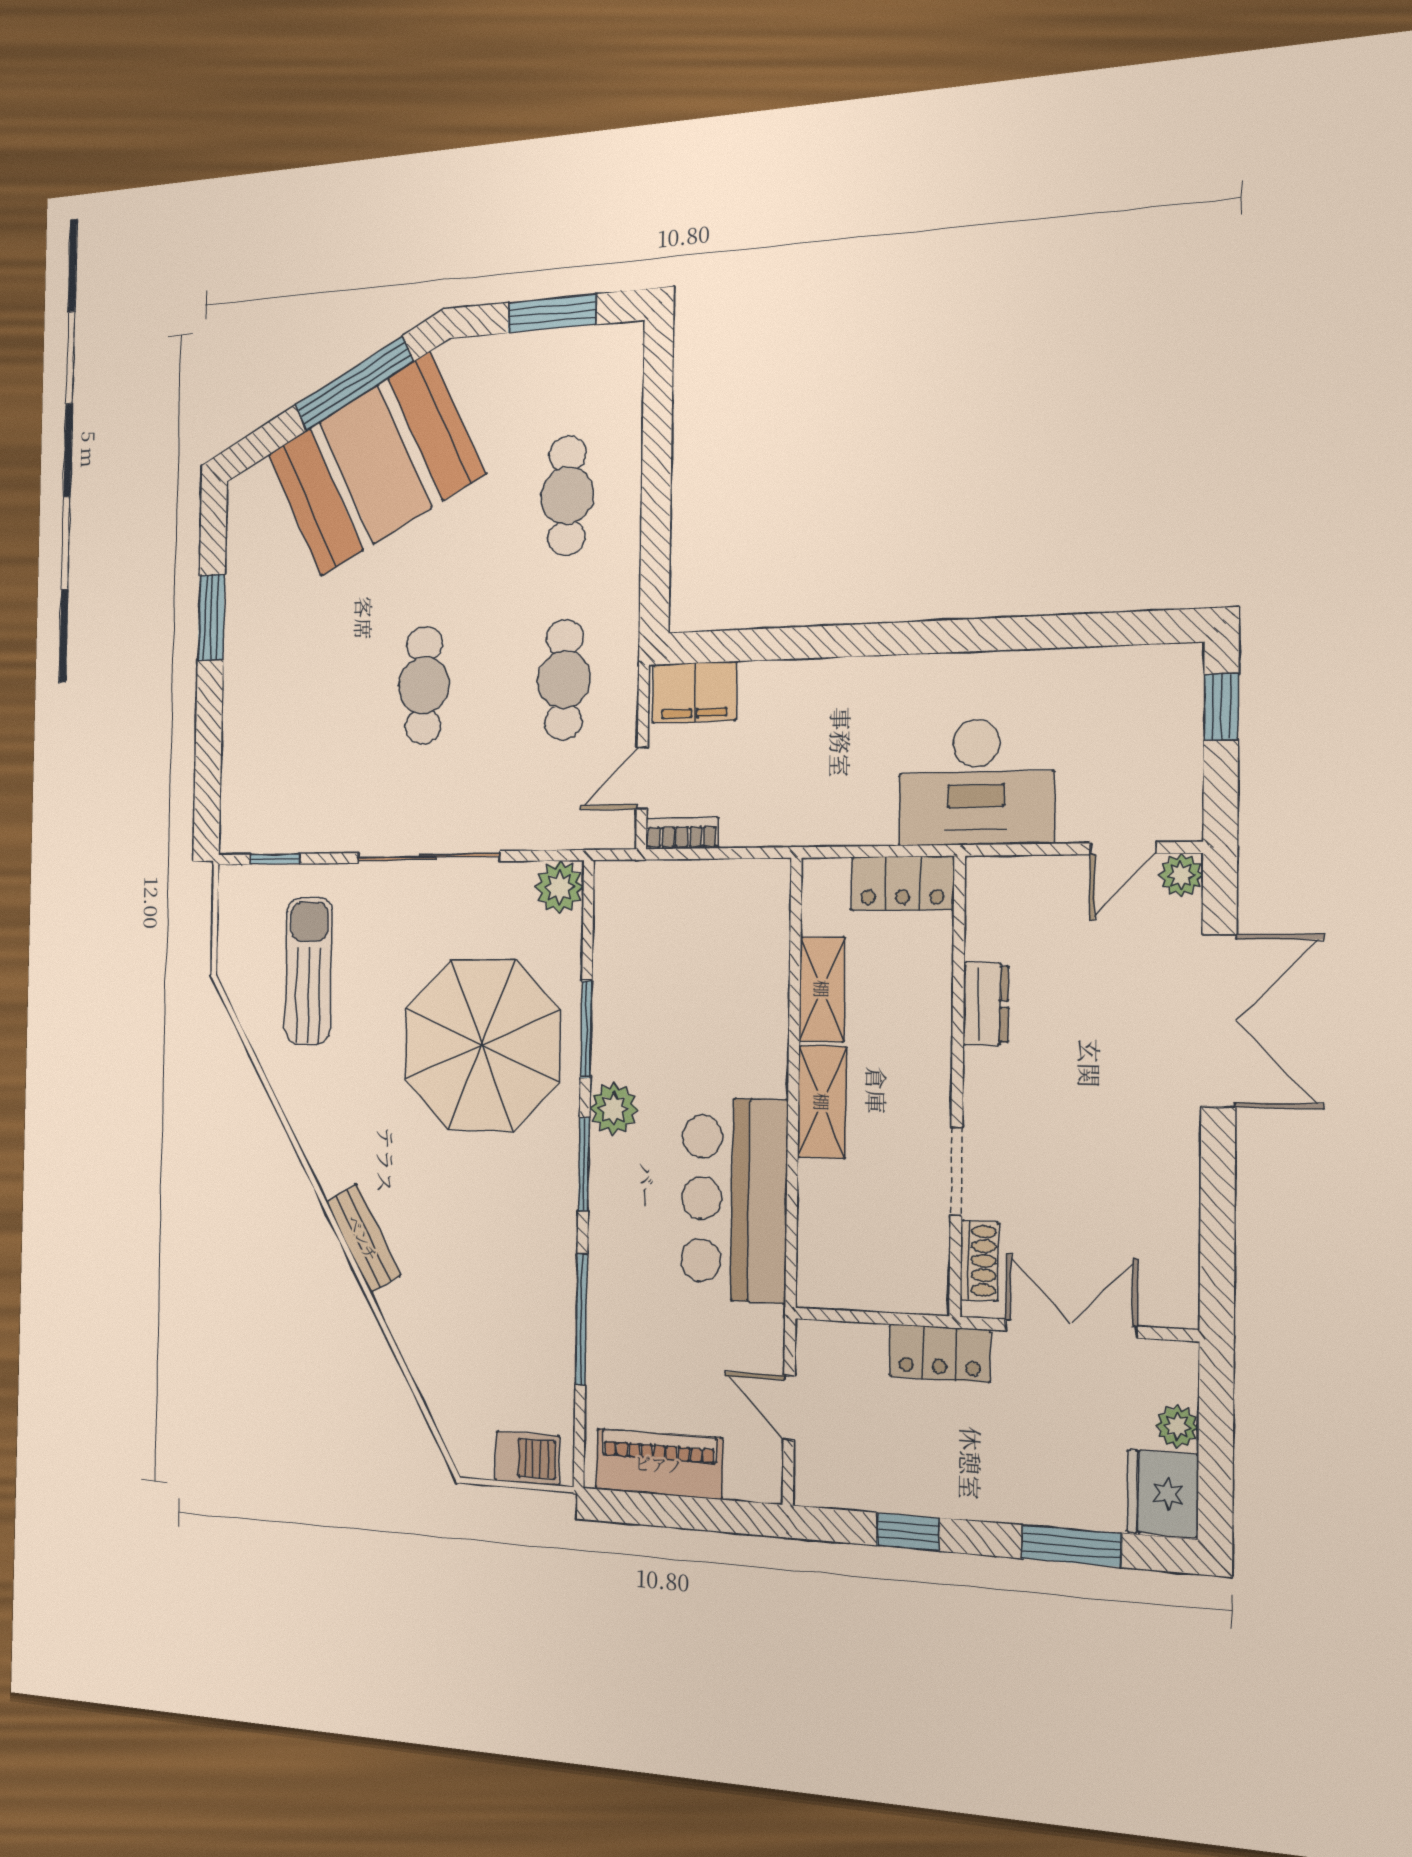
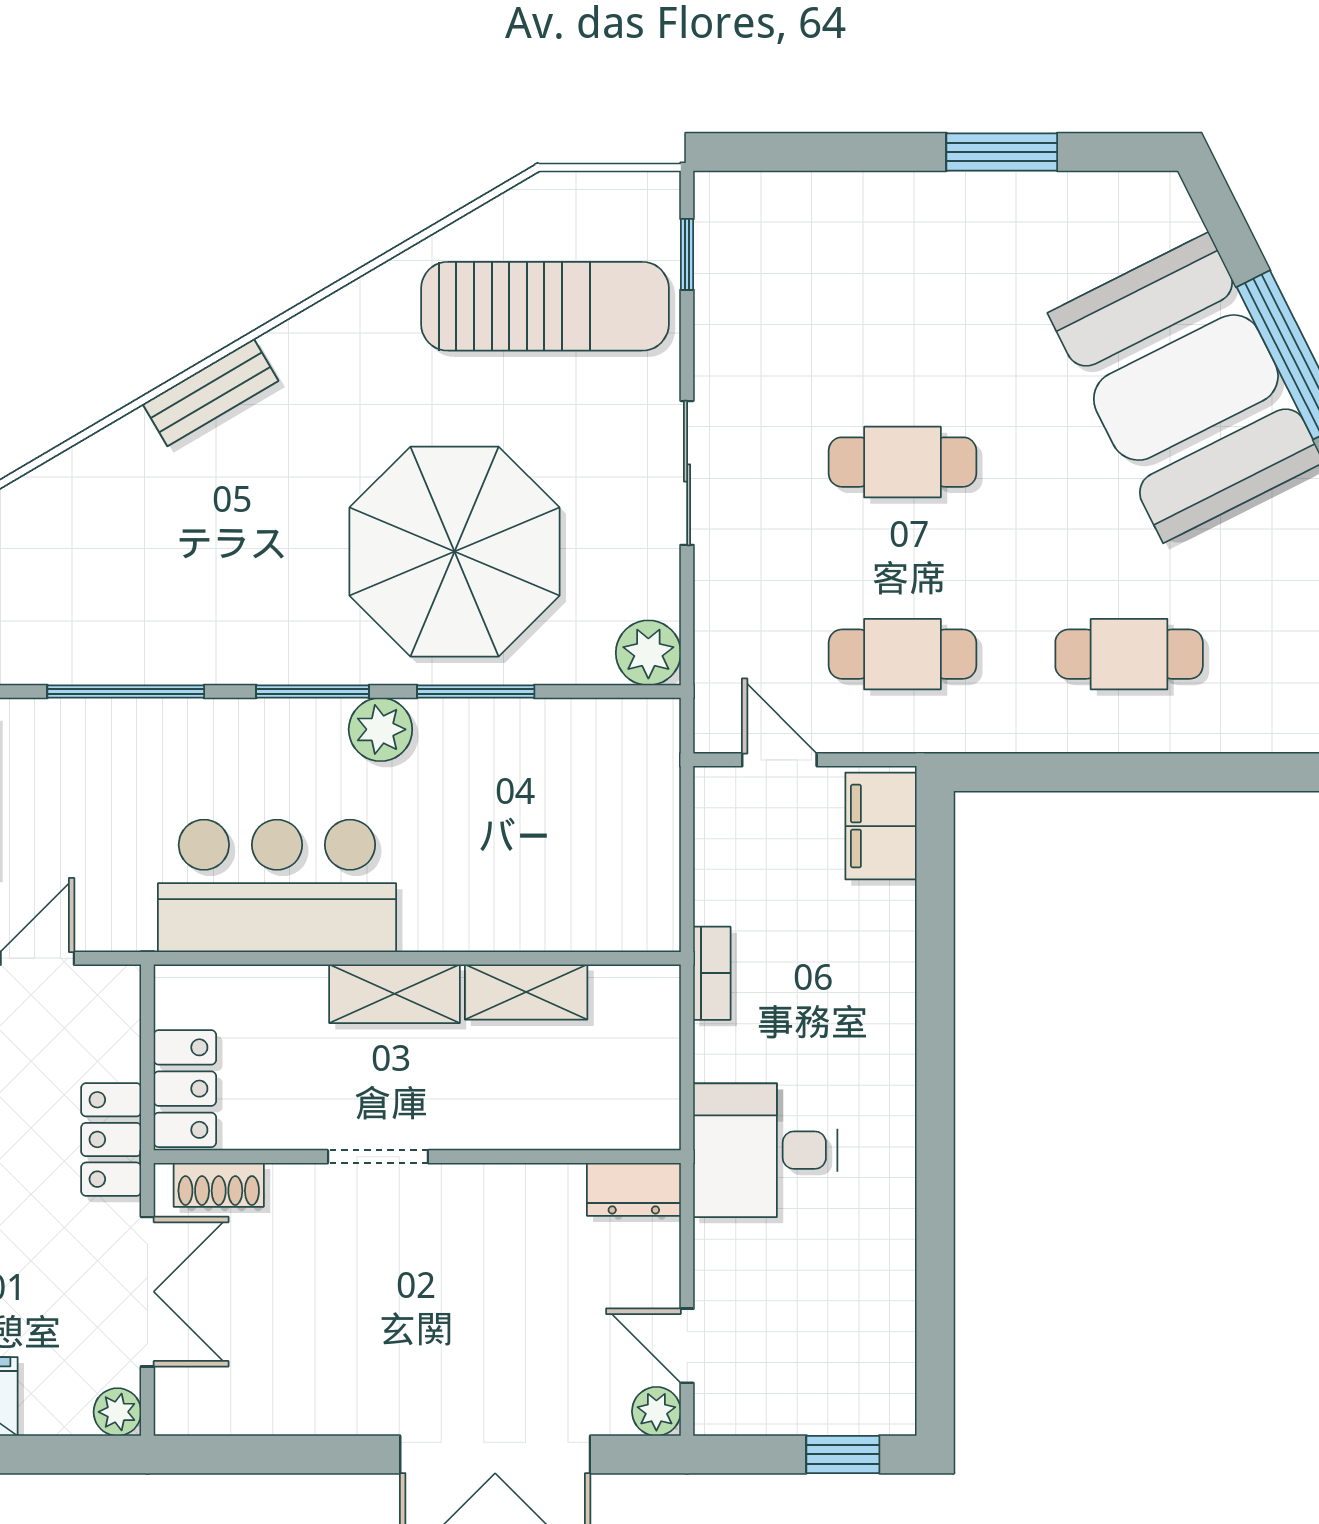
desk: (976, 782) -> (765, 1150), width x0.73
bookcase: (682, 833) -> (712, 973), moved
sliding door: (428, 857) -> (687, 473), width x0.73
locker: (903, 883) -> (185, 1089), moved, turned 180
sun lounger: (309, 971) -> (545, 306), width x1.36, depth x1.34
dresser: (986, 1004) -> (634, 1189), moved
doorway: (956, 1171) -> (378, 1157), moved
plant: (1177, 1426) -> (117, 1412), moved

